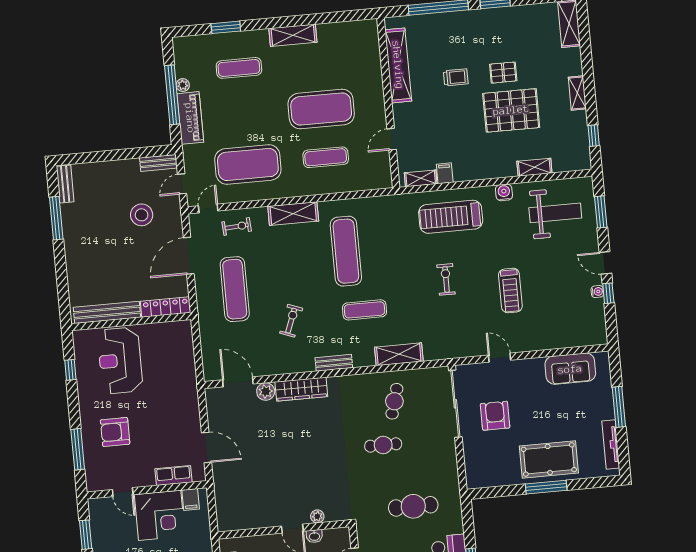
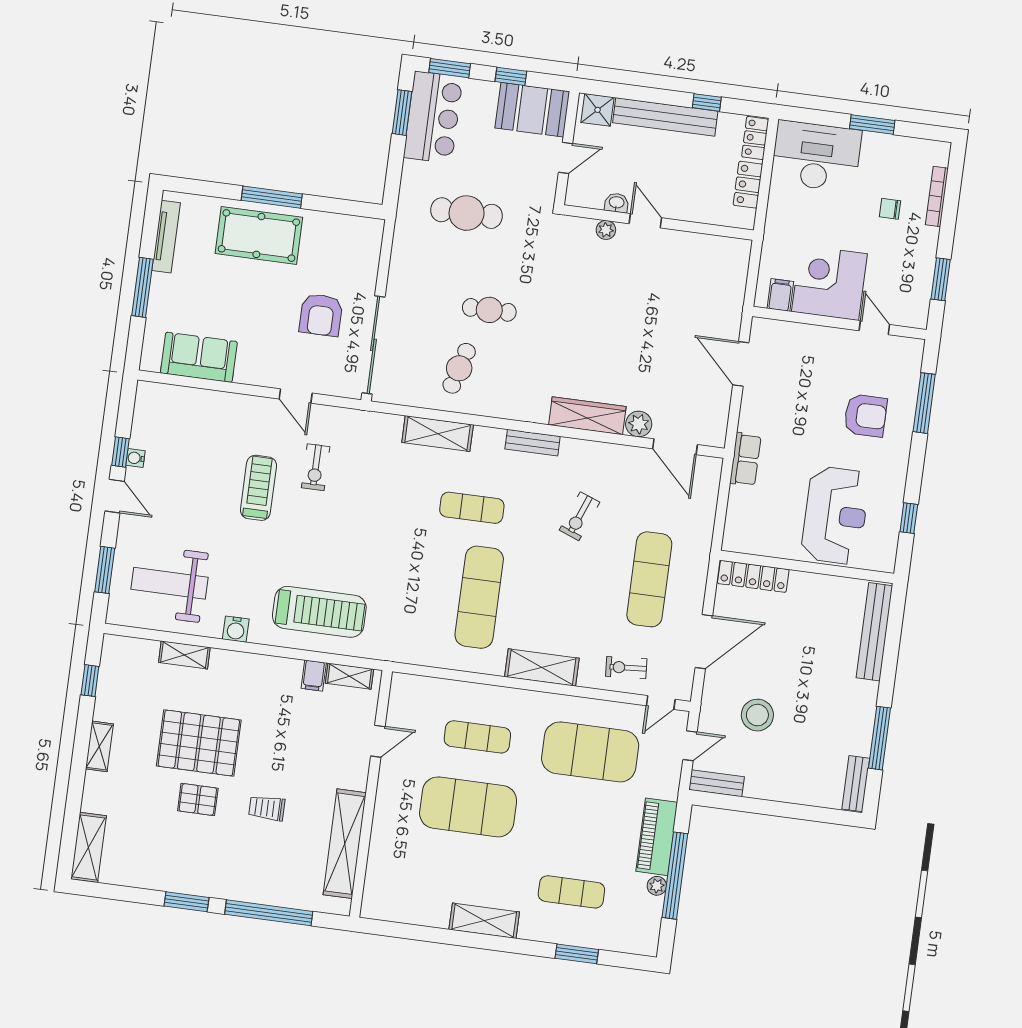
exercise bike: (446, 279) -> (316, 467), moved
bench: (107, 312) -> (874, 632), moved, turned 90
row of seats: (173, 476) -> (745, 459), moved, turned -90

